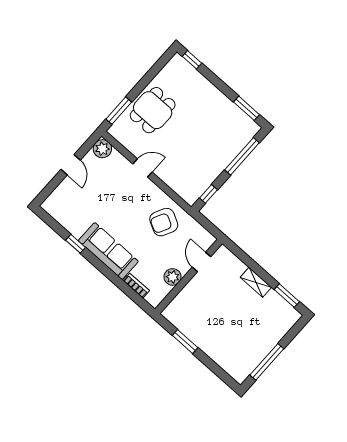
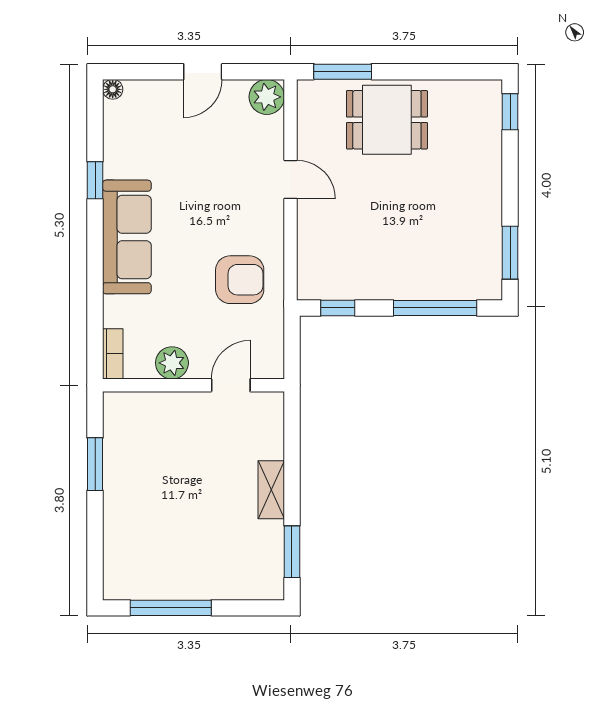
floor lamp: (46, 206) -> (113, 89), added
armchair: (164, 222) -> (240, 280), turned 153
bookcase: (136, 286) -> (113, 354), moved

